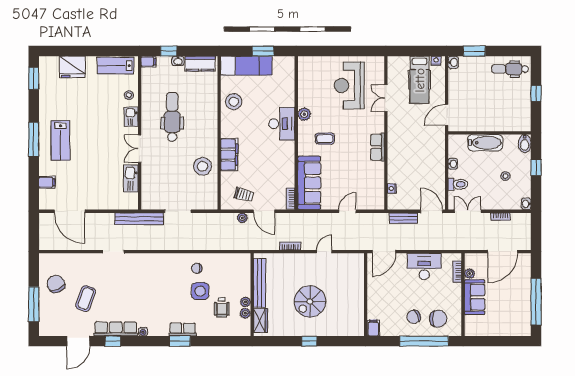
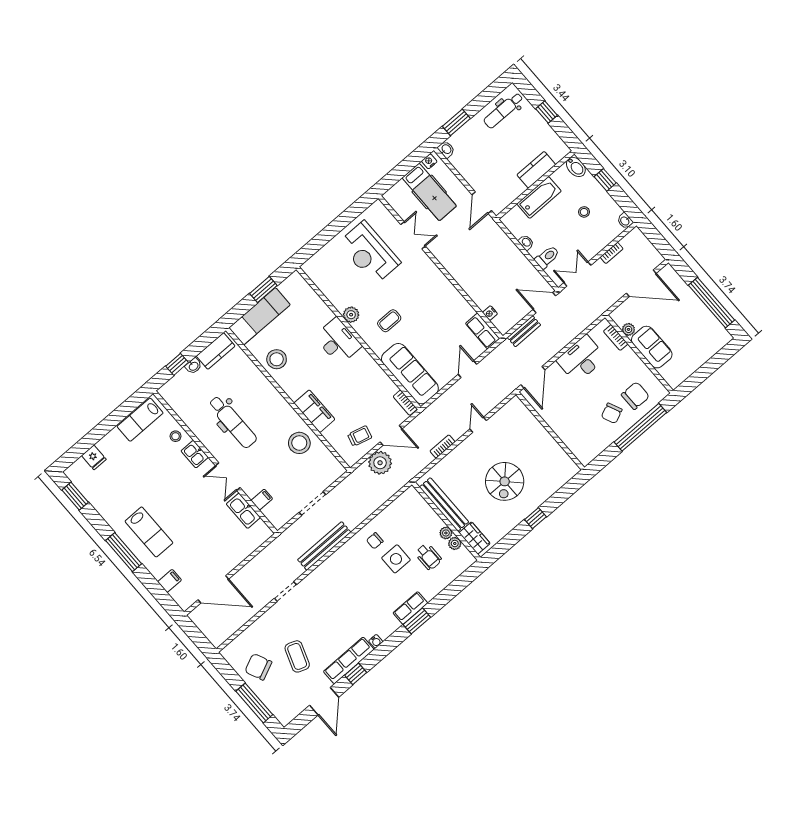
filing cabinet: (148, 62) -> (262, 500), moved
fridge: (72, 67) -> (94, 457), width x0.53, depth x0.75
double door: (386, 98) -> (413, 235), swing flipped
dental chair: (172, 117) -> (233, 422), turned 180
kitchen counter: (498, 124) -> (536, 170), added
row of seats: (378, 147) -> (483, 331), moved
plant: (242, 218) -> (380, 463), width x1.88, depth x1.88
bench: (139, 219) -> (324, 546), moved
door: (503, 252) -> (641, 283), hinge flipped
filing cabinet: (373, 328) -> (584, 456), removed

